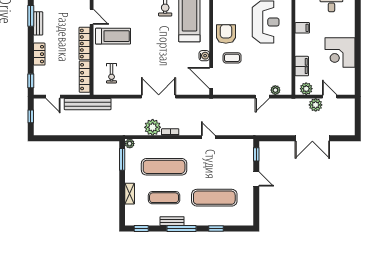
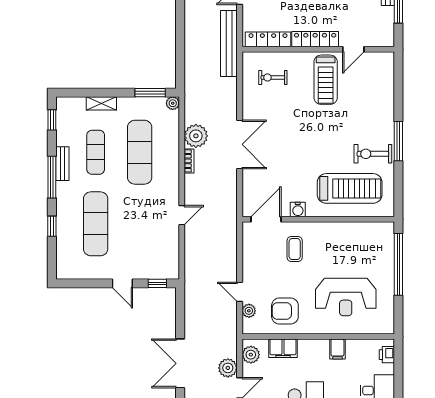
armchair: (226, 34) -> (285, 311), moved, turned 180
door: (256, 179) -> (122, 283), hinge flipped

